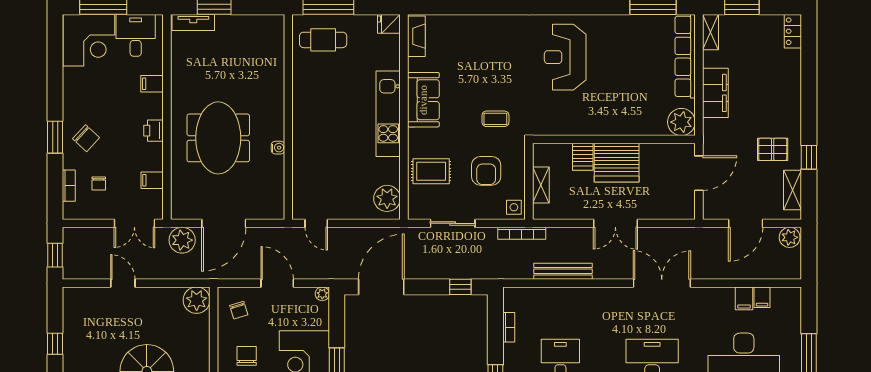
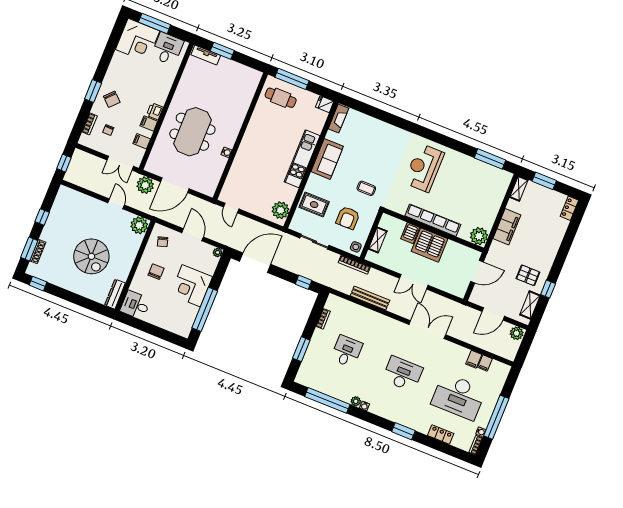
row of seats: (685, 56) -> (433, 220), moved, turned 90
filing cabinet: (152, 84) -> (149, 123), moved
door: (123, 283) -> (116, 204), moved

